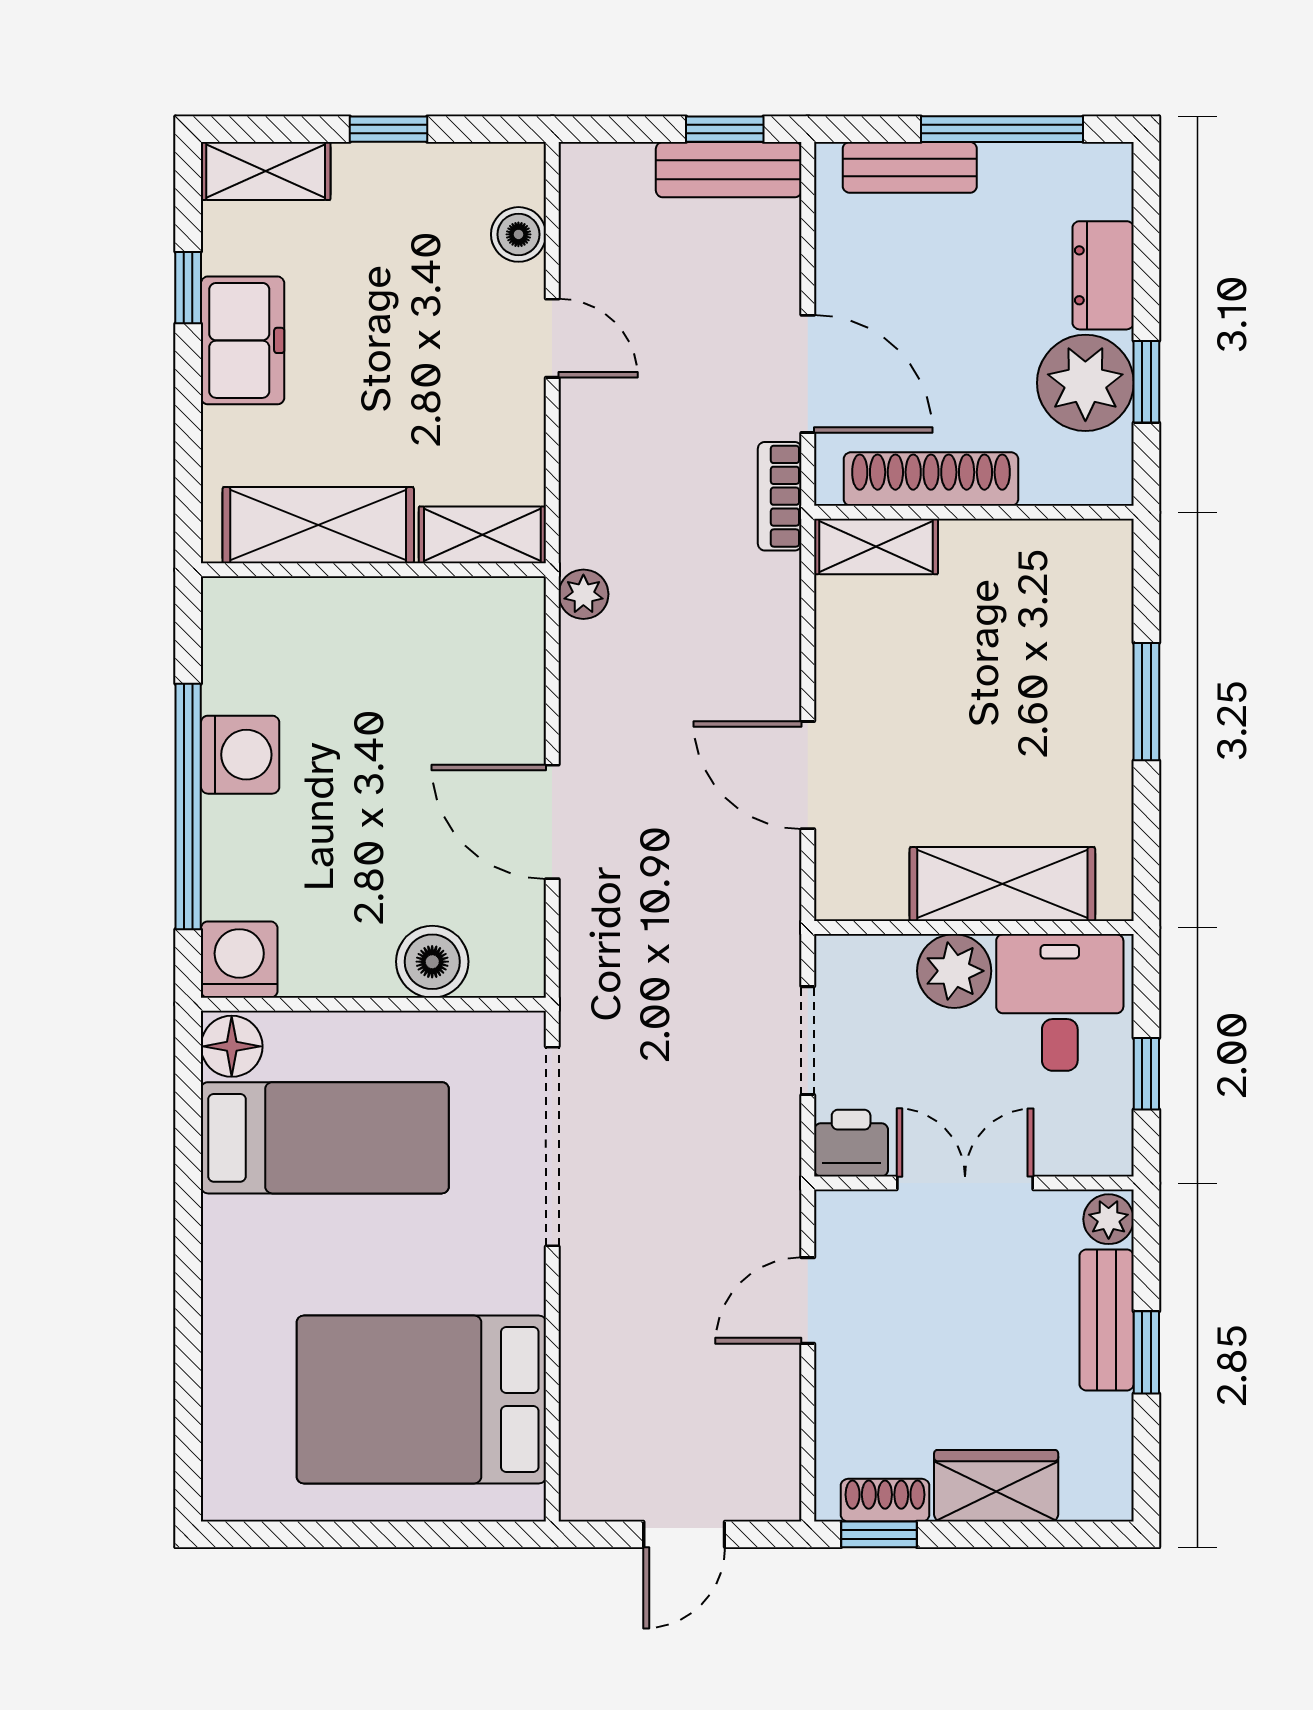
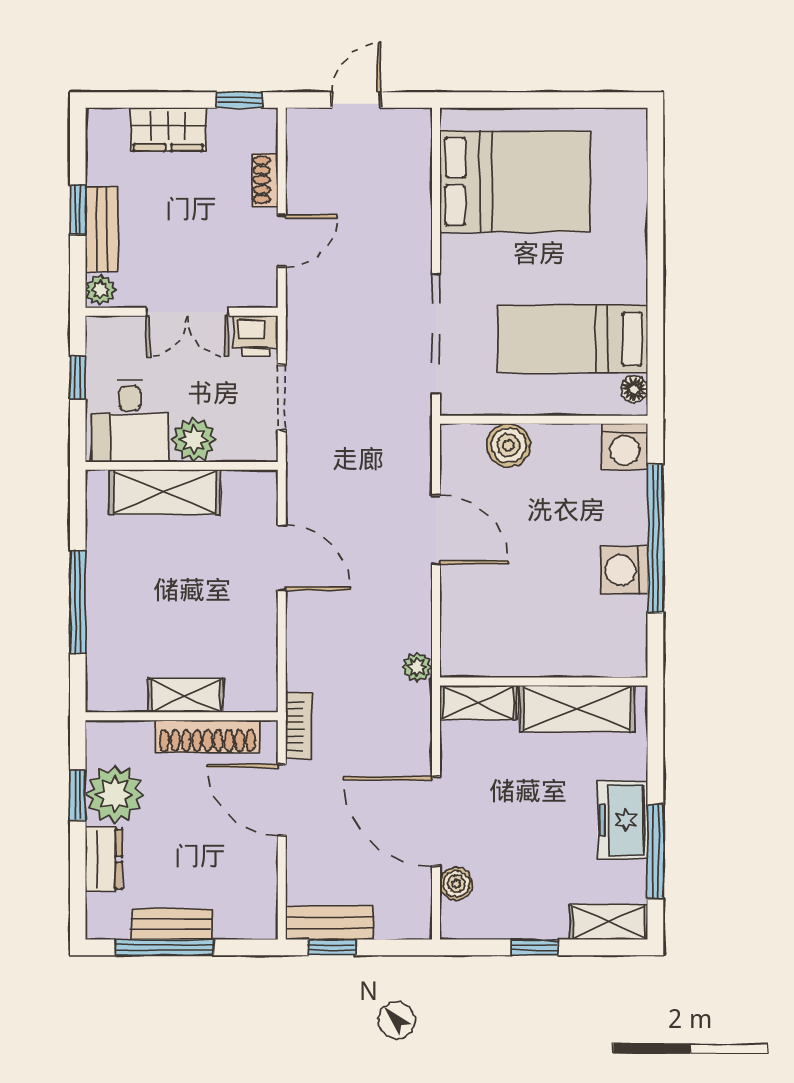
bench: (910, 167) -> (172, 924), moved
window: (188, 288) -> (655, 852), width x2.17
door: (552, 338) -> (436, 821), width x1.88
shelving: (876, 547) -> (186, 696), moved
window: (1146, 702) -> (78, 602), width x1.44
floor lamp: (232, 1046) -> (634, 389), width x0.73, depth x0.73
shoe rack: (885, 1500) -> (265, 180), moved, turned 90

